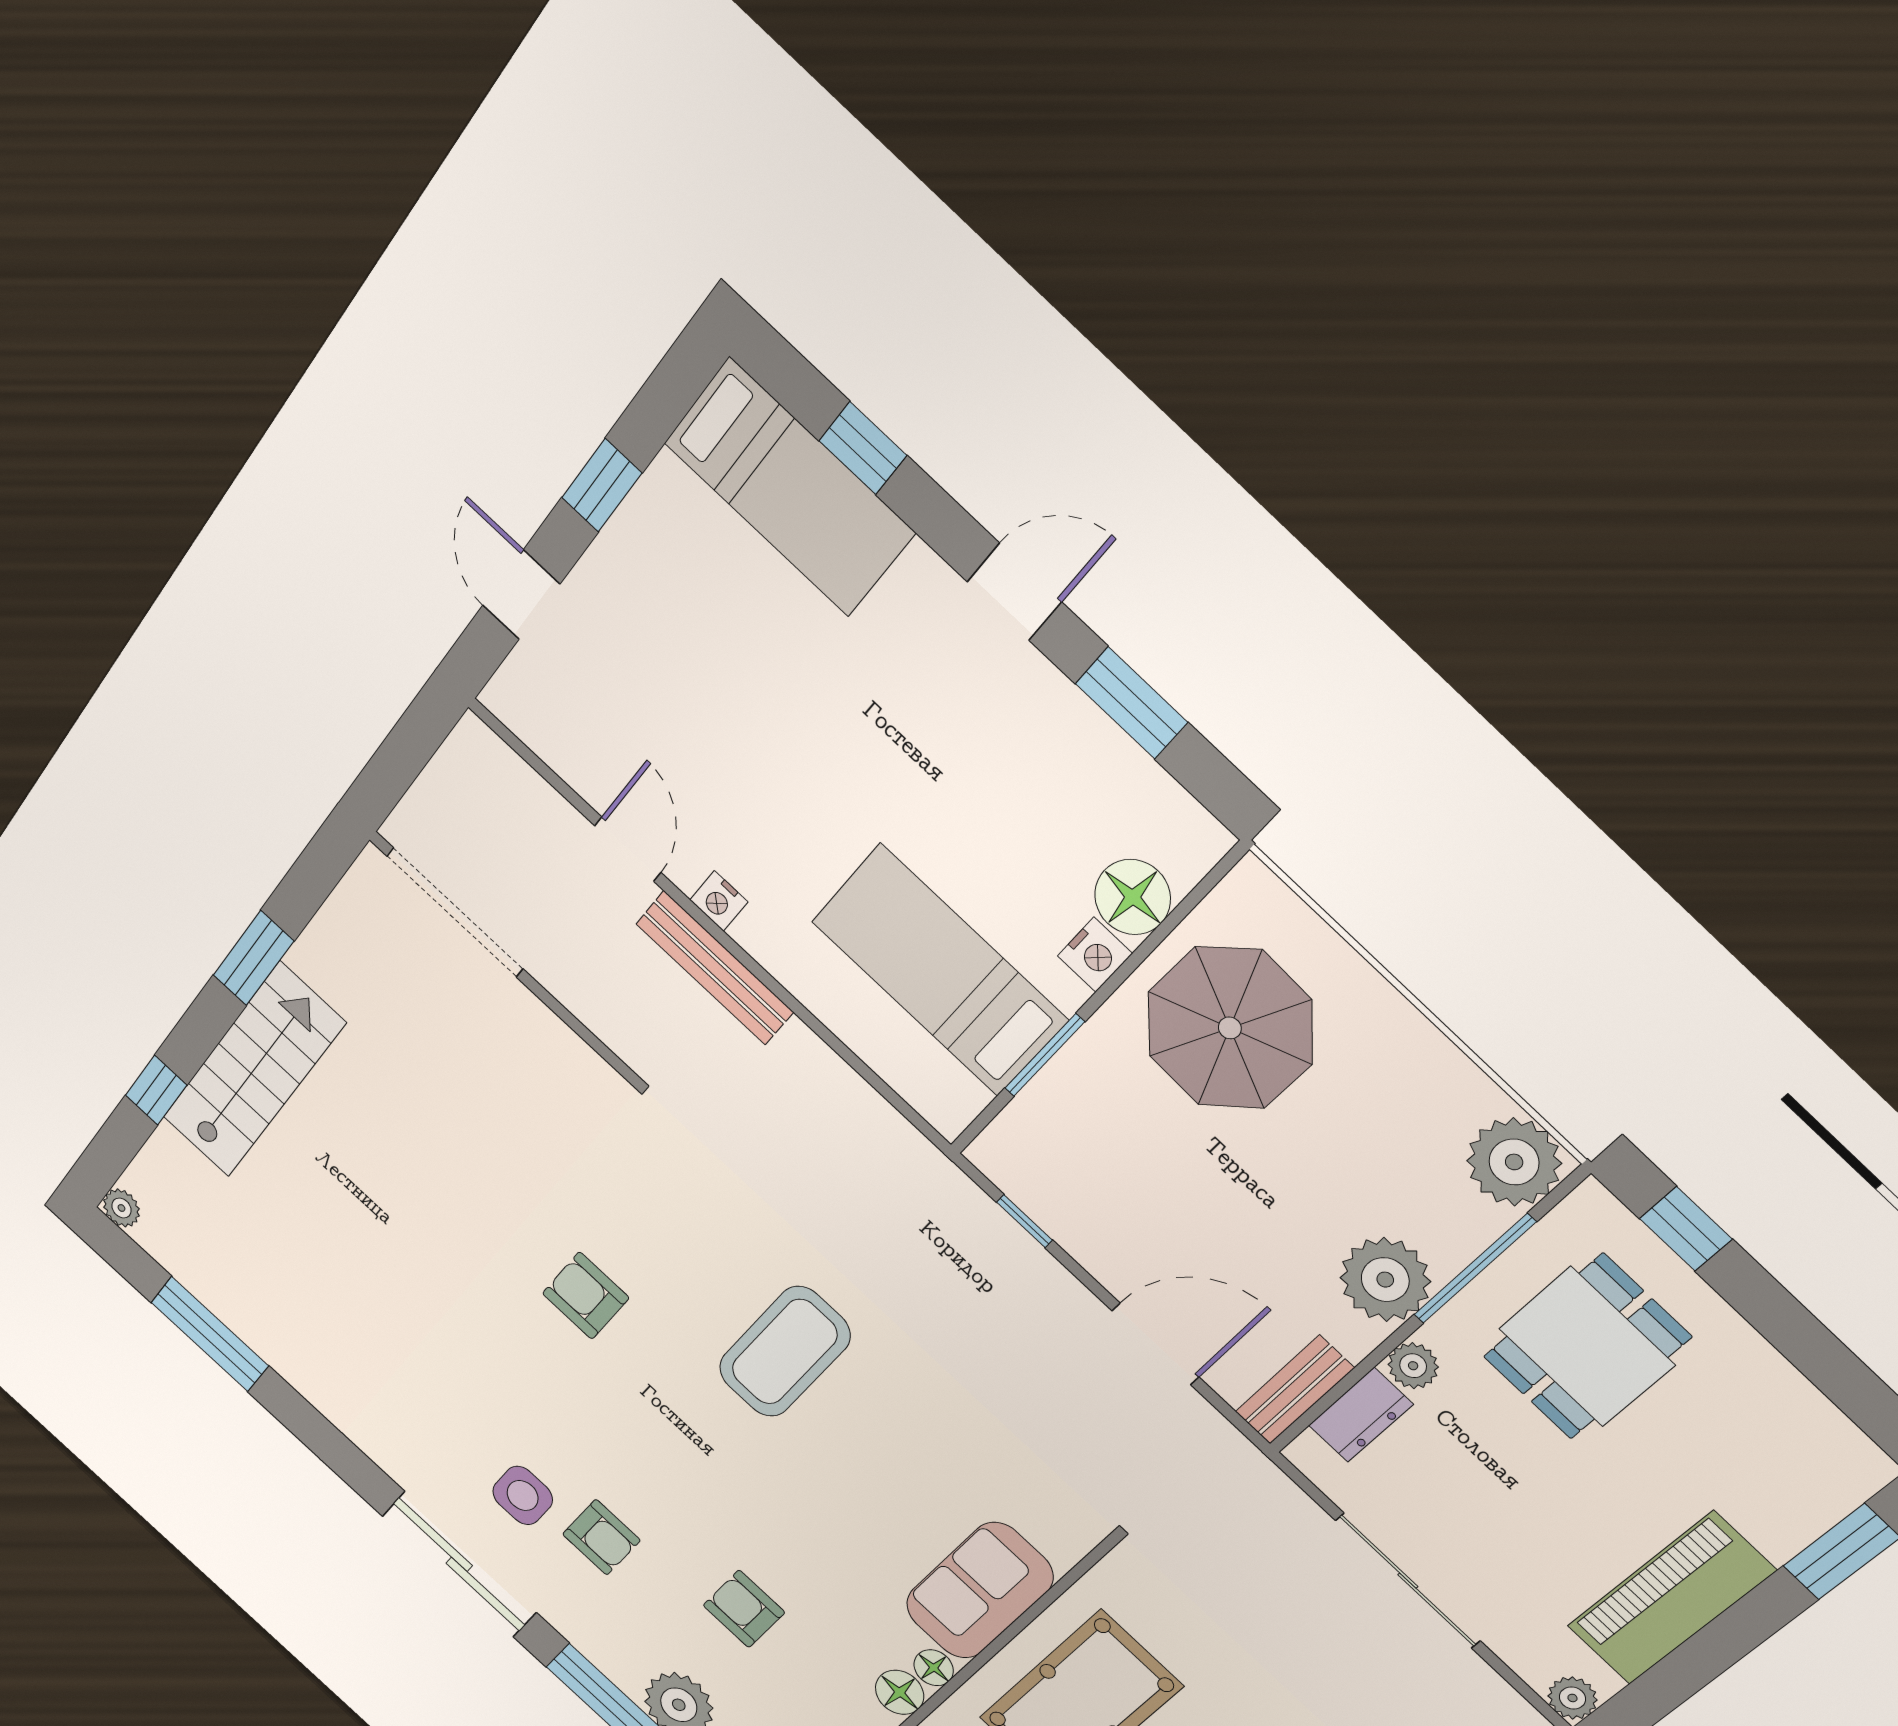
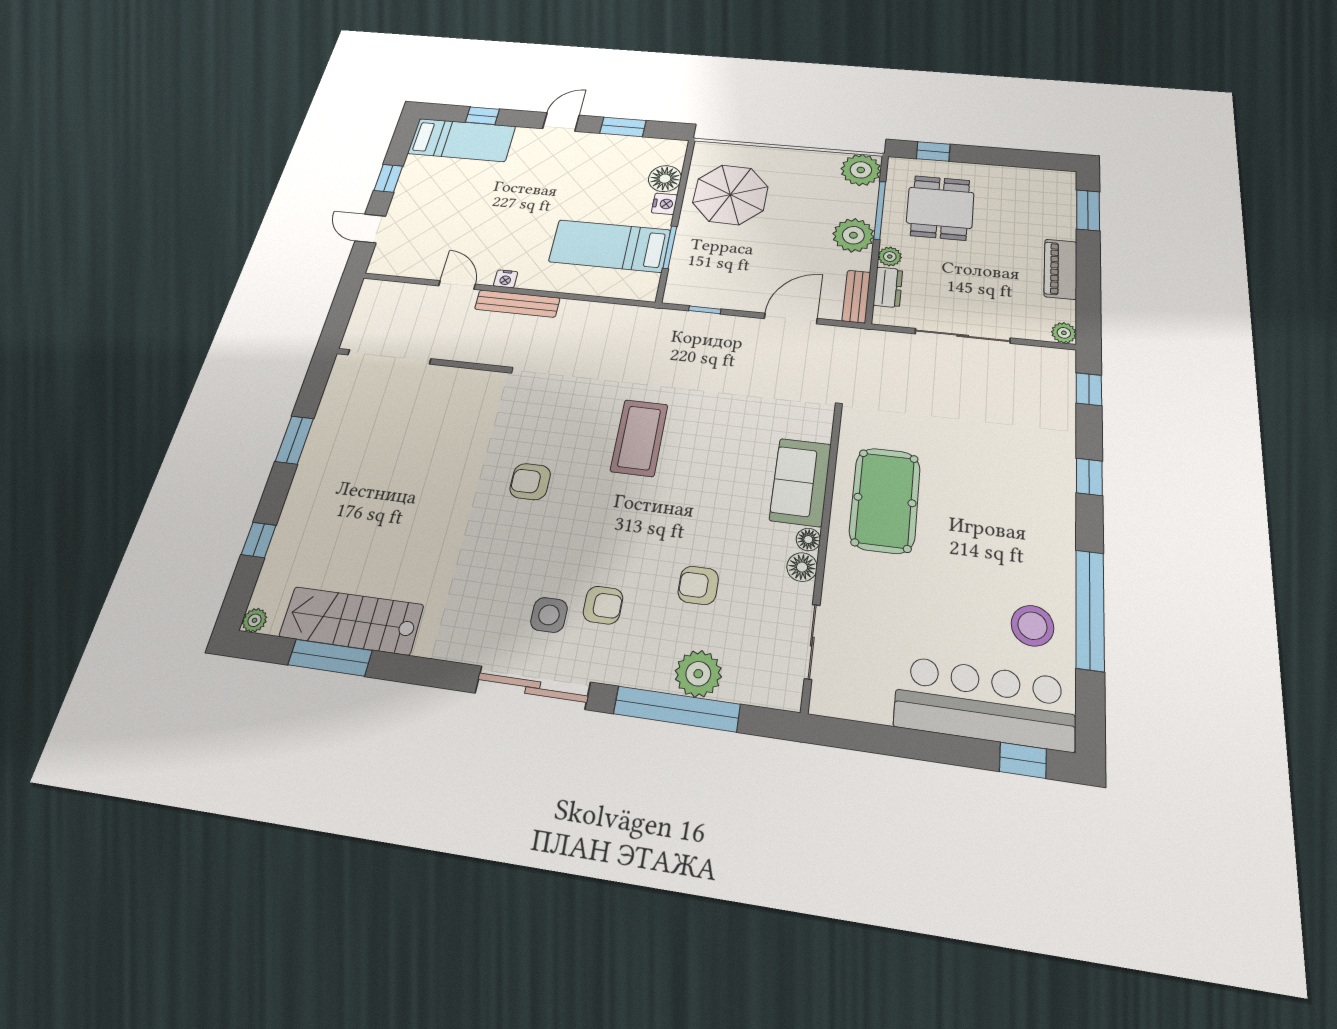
stairs: (254, 1070) -> (351, 621), moved, turned -90
piano: (1671, 1598) -> (1061, 269), width x0.73, depth x0.75

